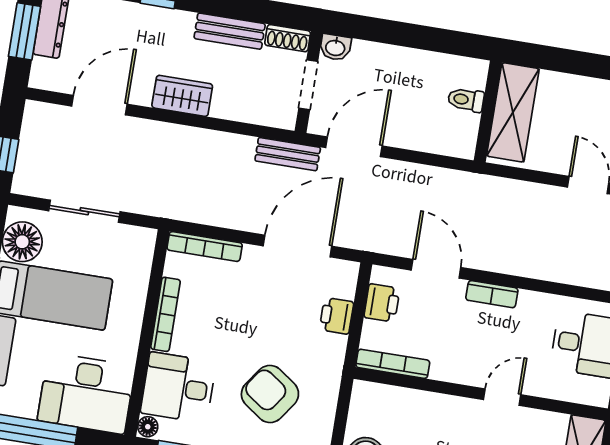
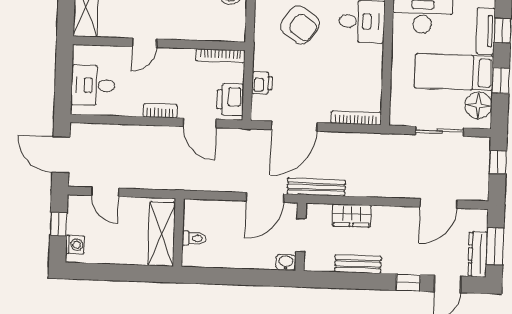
shoe rack: (288, 38) -> (319, 264), removed
wardrobe: (182, 96) -> (352, 216), moved
bench: (288, 154) -> (316, 187), width x1.36
printer: (382, 303) -> (230, 100), width x1.36, depth x1.24
bookcase: (166, 314) -> (376, 69), removed

